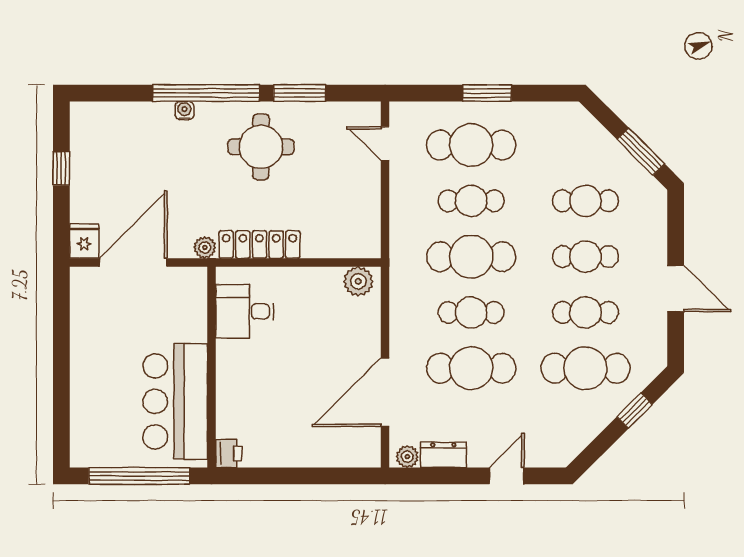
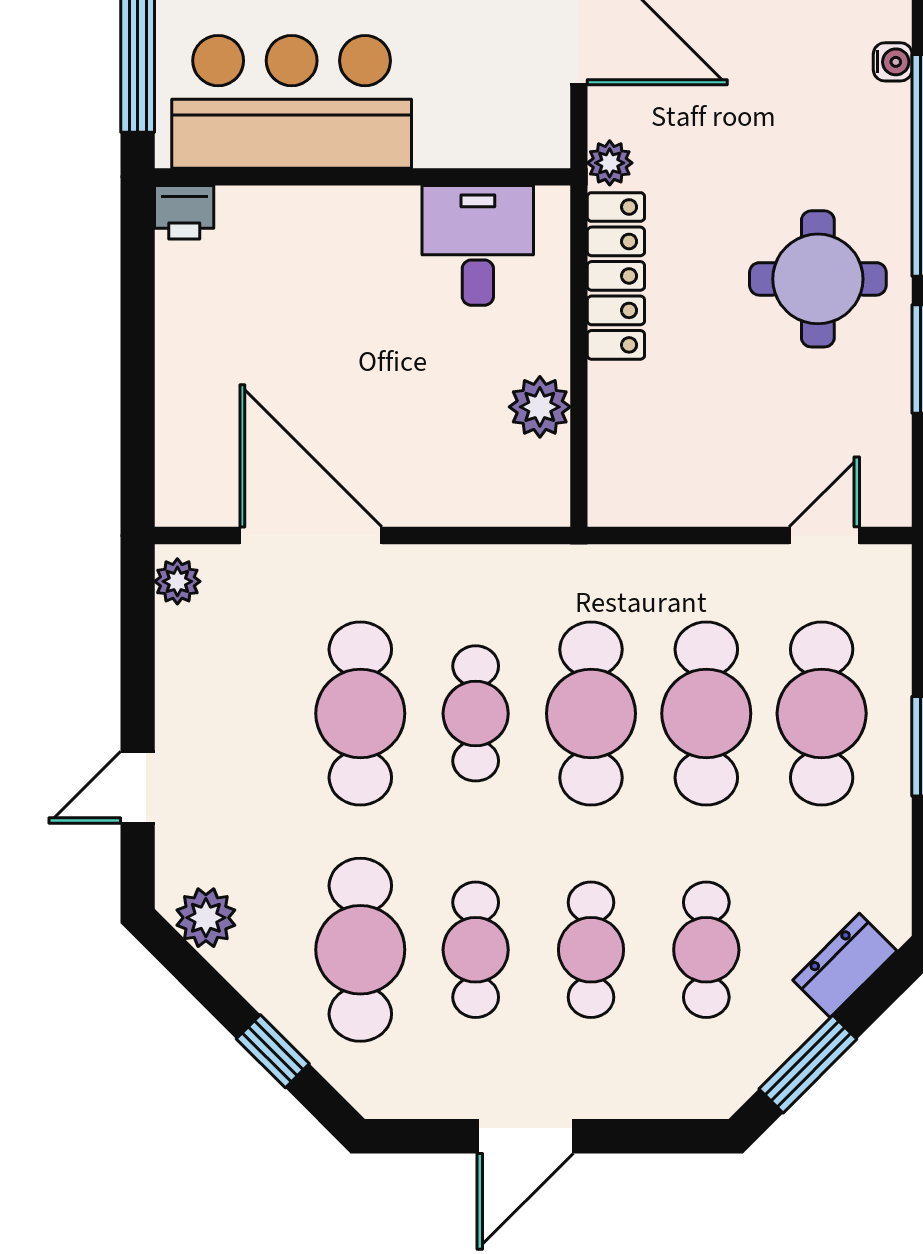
water cooler: (184, 111) -> (893, 62), moved
cafe table: (471, 201) -> (706, 713), width x1.37, depth x1.35
plant: (358, 281) -> (540, 407), moved
plant: (570, 443) -> (206, 918), added
dresser: (443, 455) -> (845, 965), moved, turned -135
door: (507, 476) -> (138, 787), swing flipped

